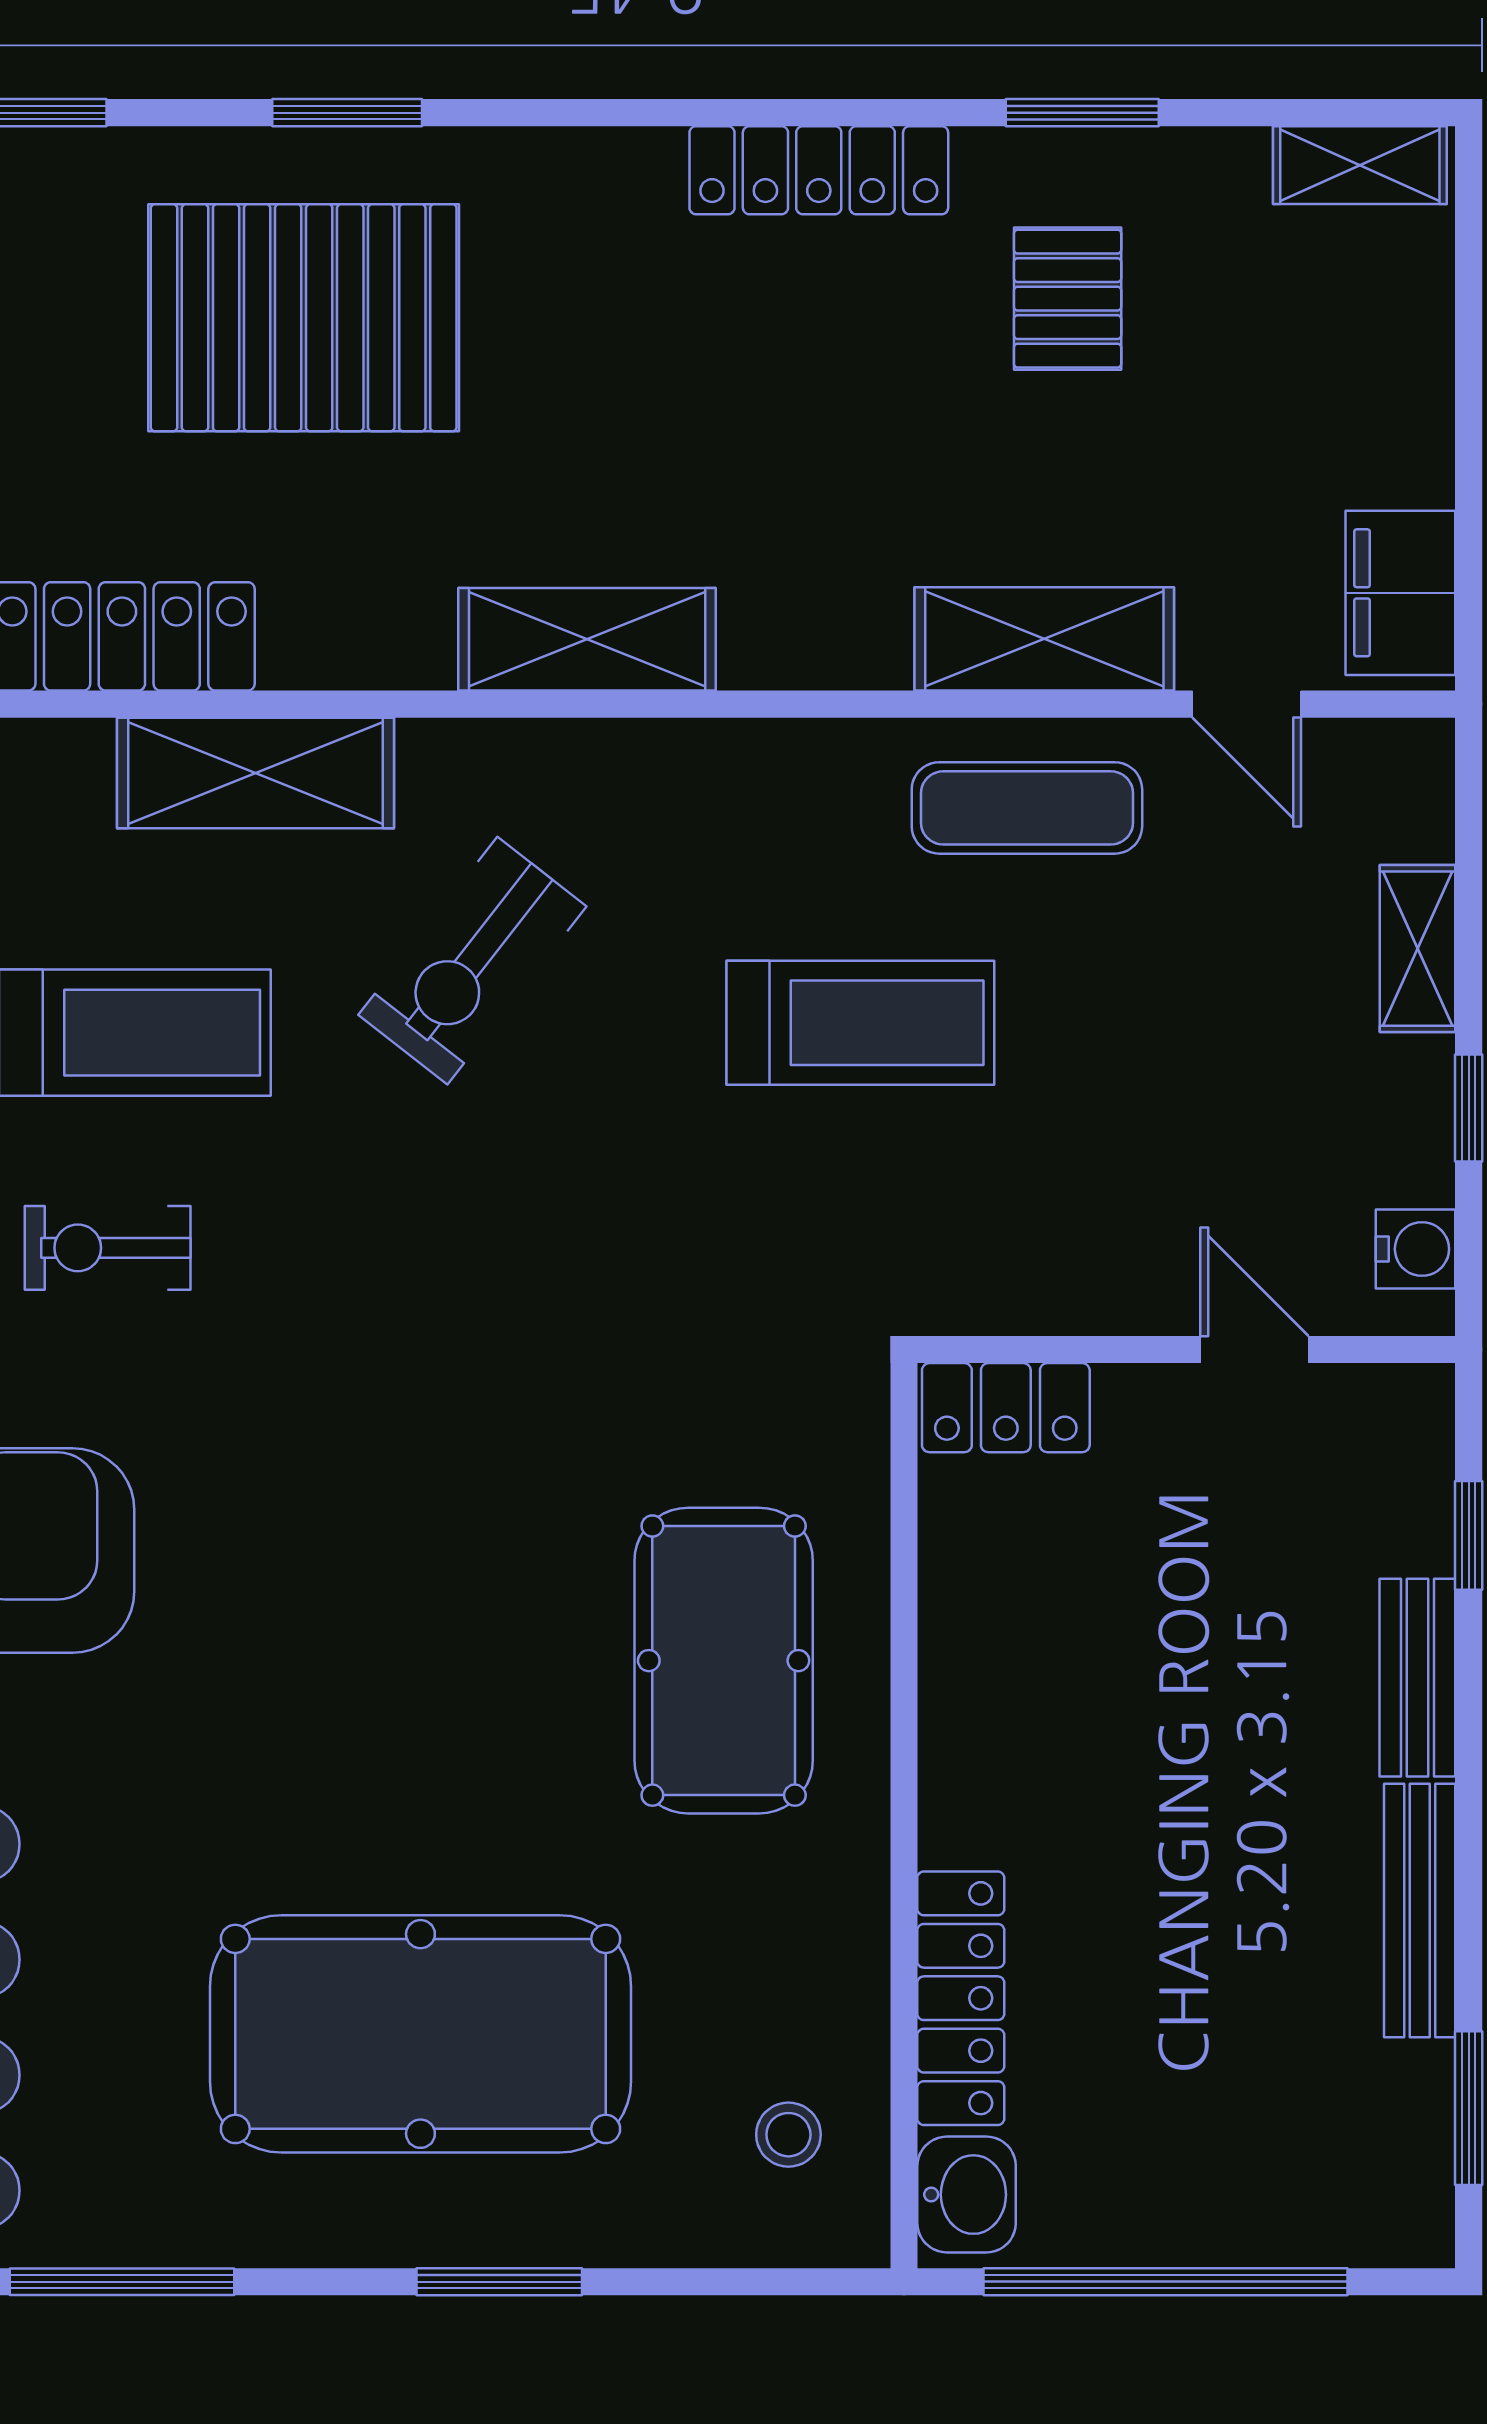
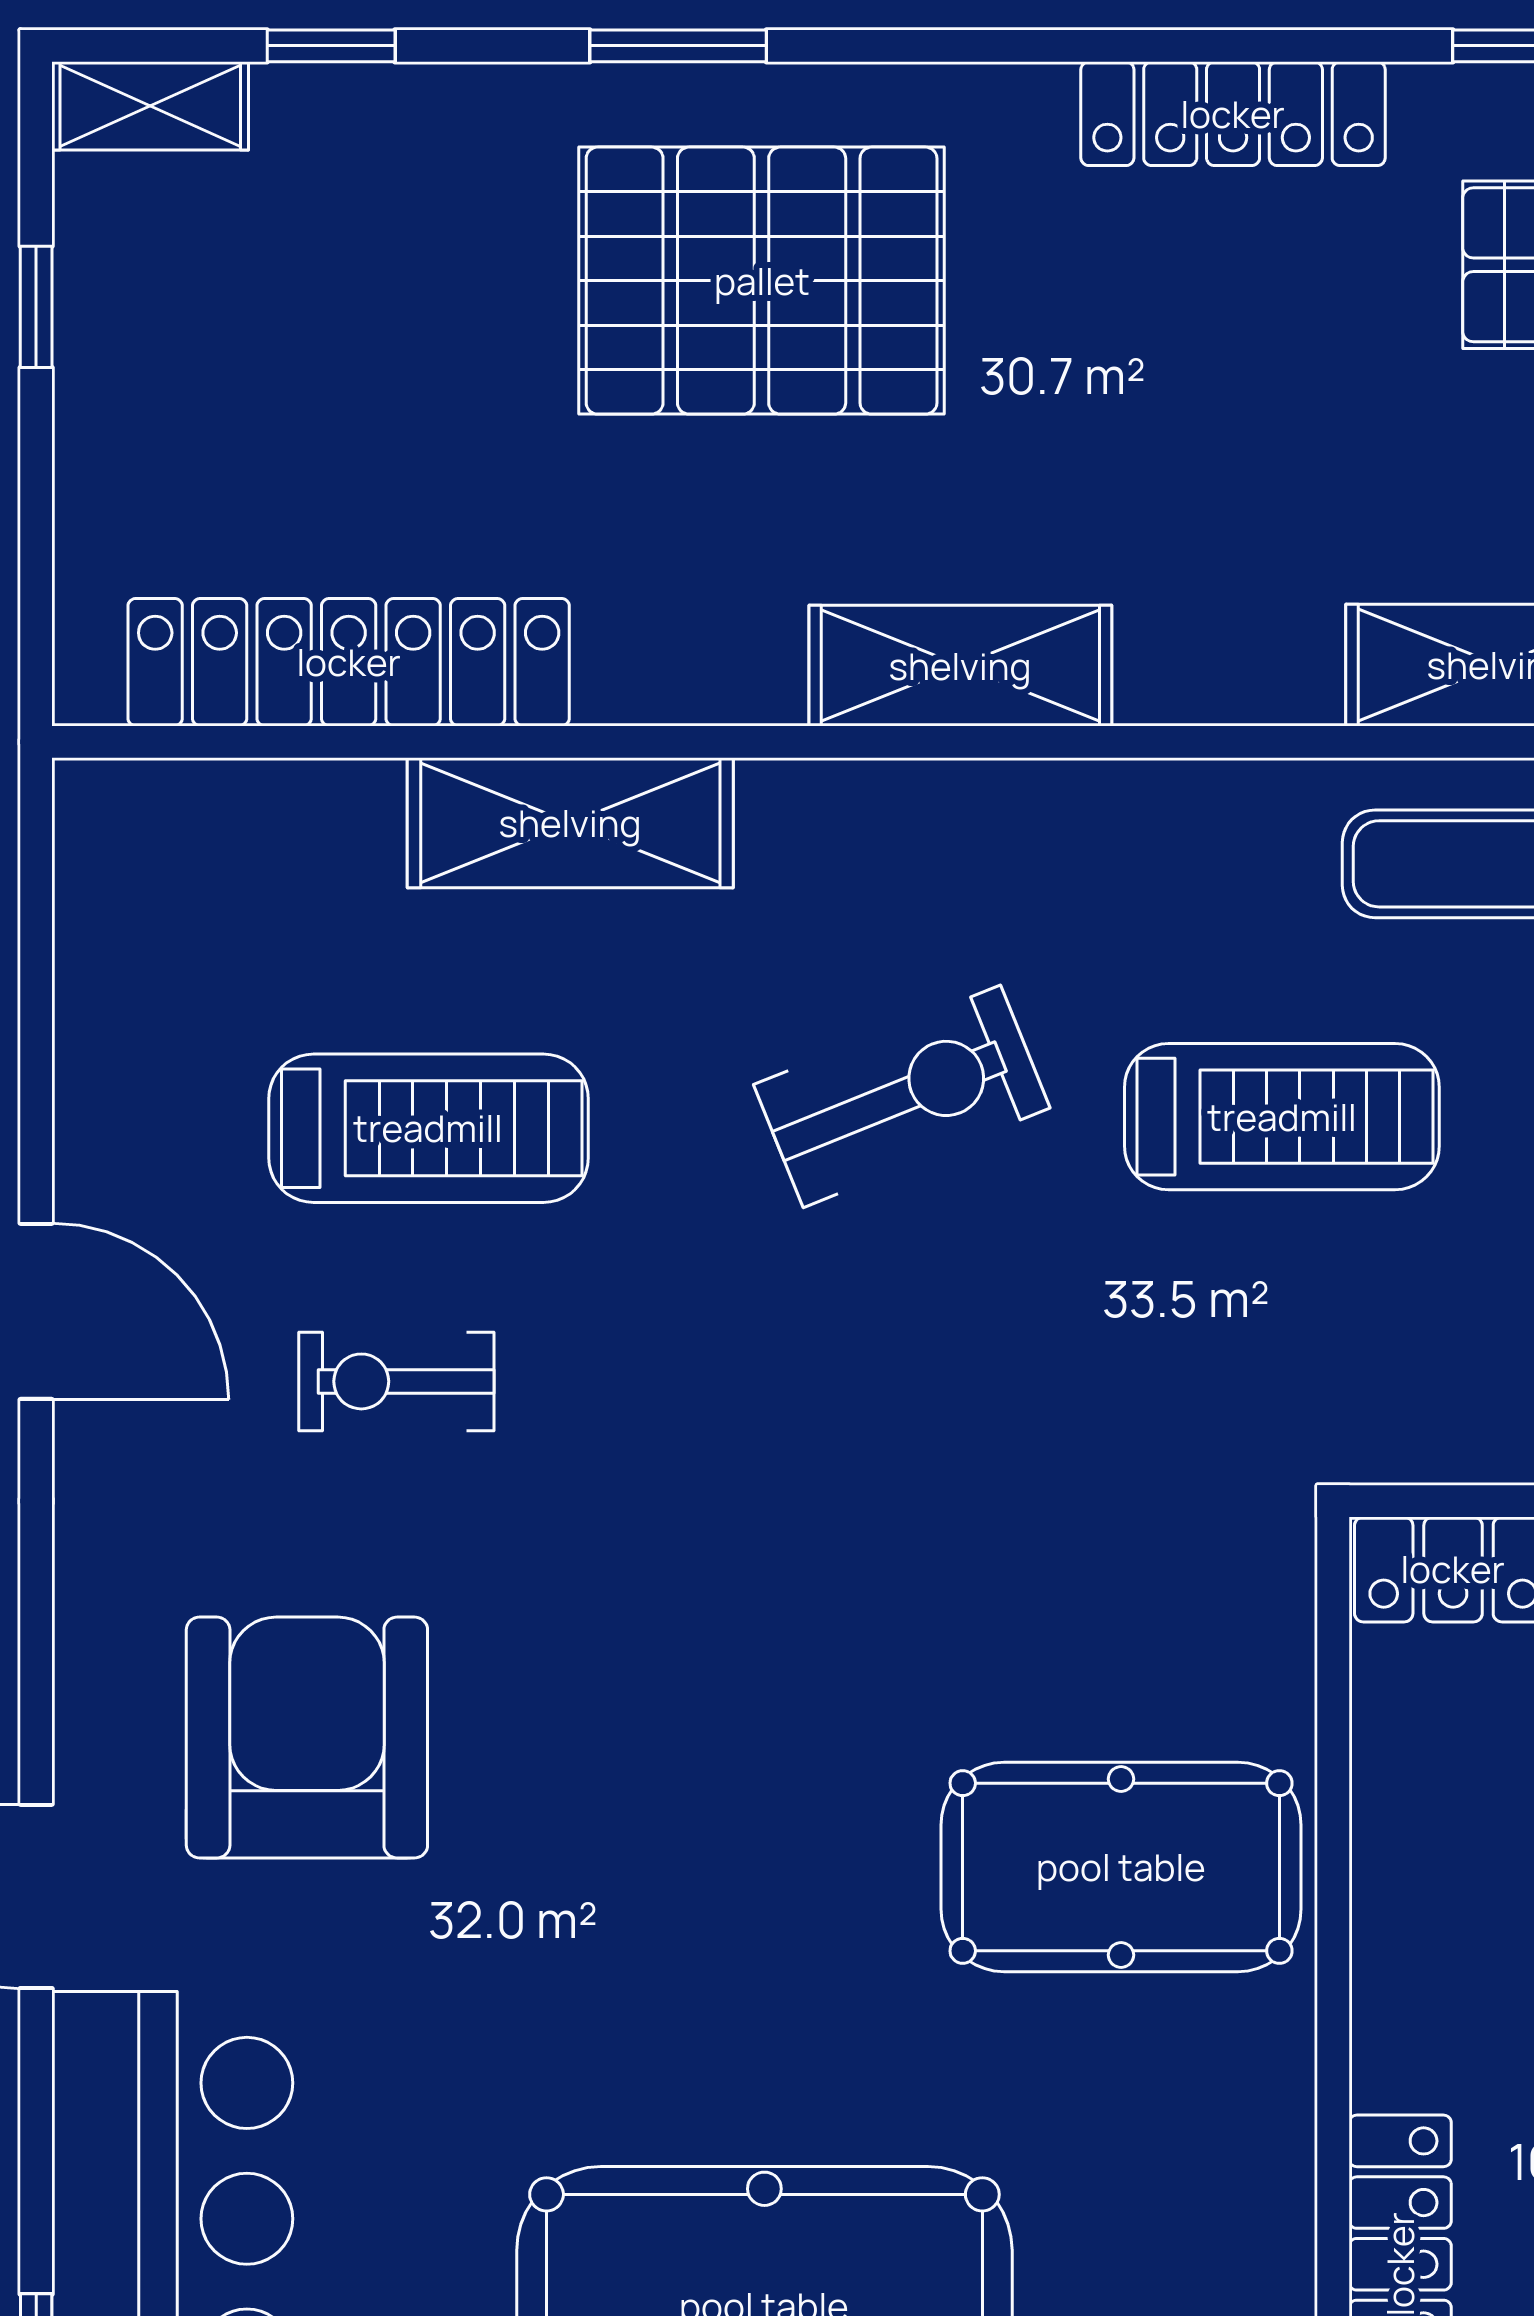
pallet: (304, 318) -> (762, 281), moved
exercise bike: (472, 961) -> (902, 1096), moved, turned -150
pool table: (724, 1661) -> (1121, 1867), turned 90

